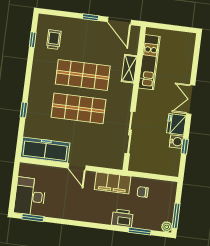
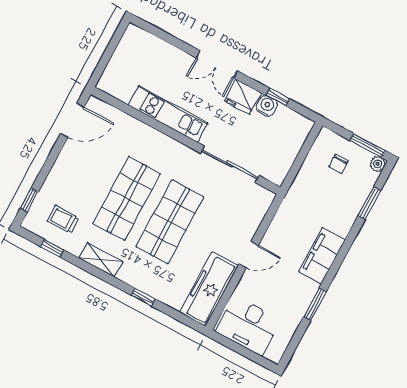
window: (90, 17) -> (29, 200), moved
kitchen unit: (149, 62) -> (168, 114), moved
shelving: (129, 69) -> (101, 260), moved
filing cabinet: (113, 183) -> (322, 256), moved, turned 180
chair: (143, 192) -> (339, 164), moved
desk: (30, 196) -> (248, 326), moved
window: (33, 218) -> (315, 304), moved
printer: (122, 218) -> (342, 220), removed

